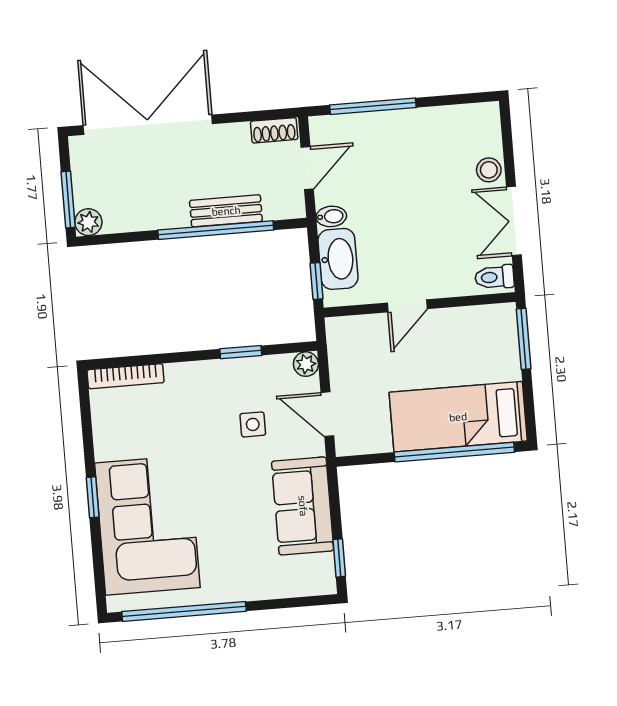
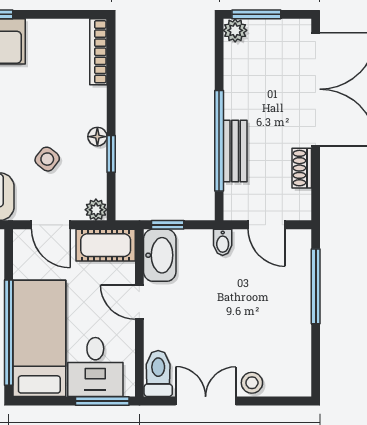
shoe rack: (274, 130) -> (302, 168), moved
washbasin: (338, 259) -> (160, 255), moved, turned -90
toilet: (494, 277) -> (158, 374), width x1.37, depth x1.39
cot: (345, 350) -> (106, 245), added
desk: (486, 350) -> (95, 367), added
floor lamp: (222, 369) -> (97, 137), added
door: (327, 414) -> (51, 225), swing flipped
side table: (253, 424) -> (47, 159), turned 38

